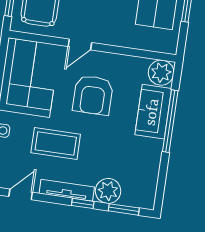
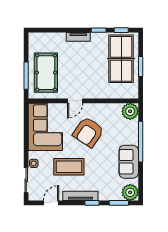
armchair: (93, 95) -> (88, 132), turned 34
sofa: (153, 112) -> (129, 162), moved
plant: (108, 191) -> (130, 192), moved

